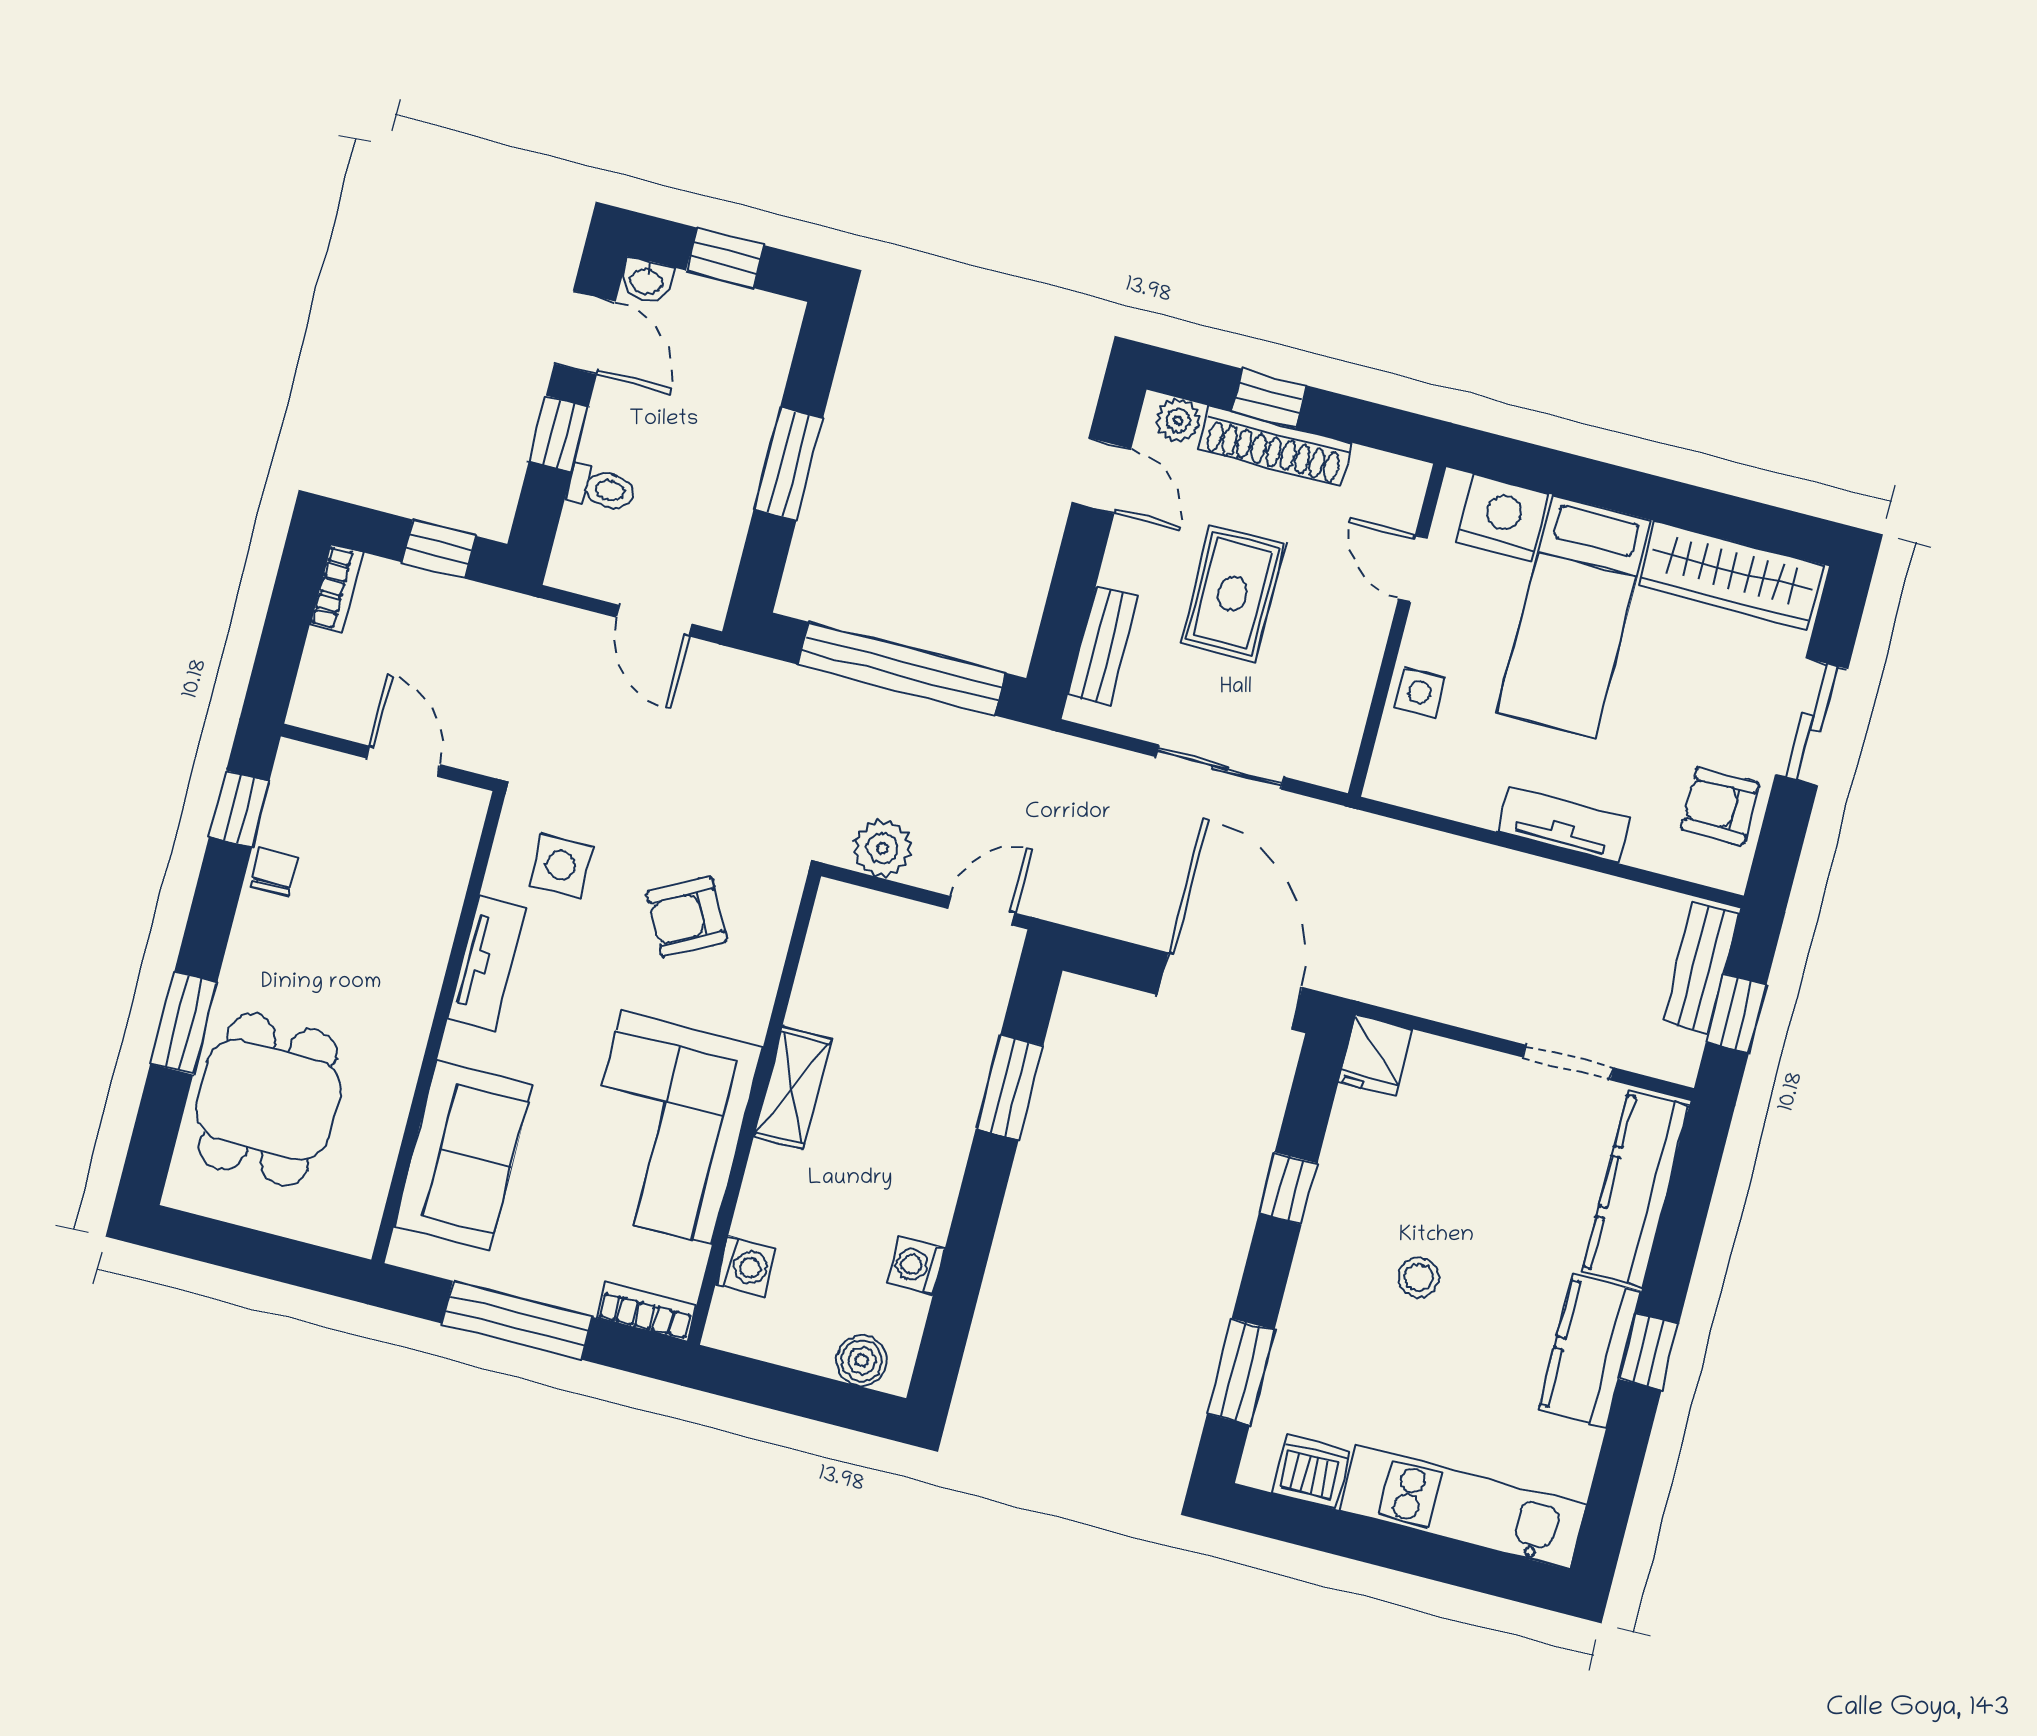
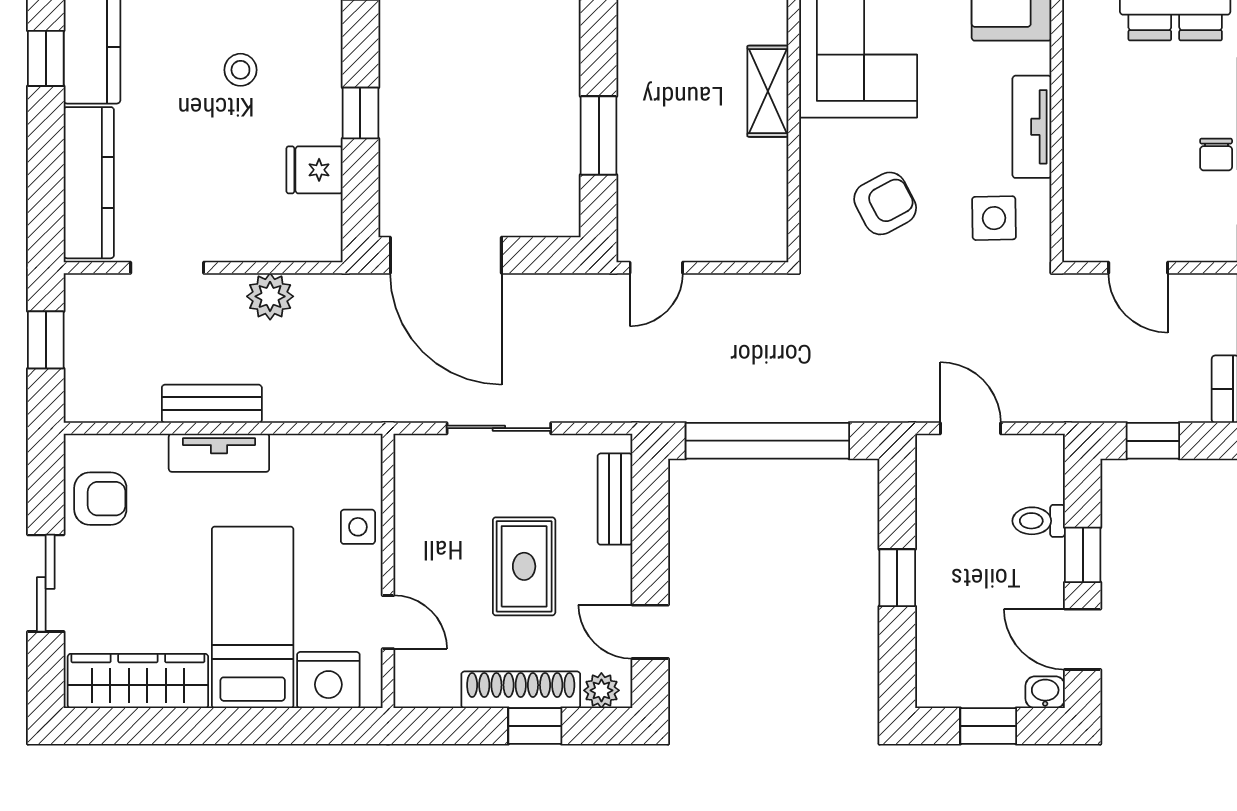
window: (788, 464) -> (897, 578), width x0.67
plant: (882, 848) -> (270, 296), moved
bench: (1701, 968) -> (212, 404), moved, turned 90
fridge: (1375, 1055) -> (315, 170), moved, turned -90

